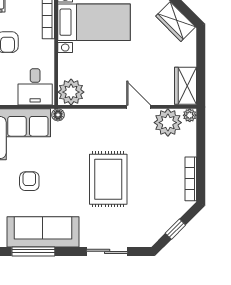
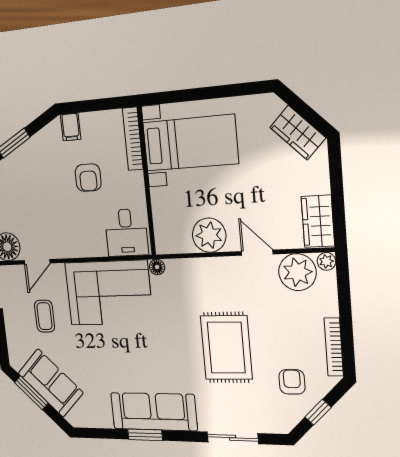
plant: (71, 92) -> (209, 235), moved
armchair: (29, 181) -> (292, 382), moved
window: (33, 251) -> (145, 435), width x0.69

